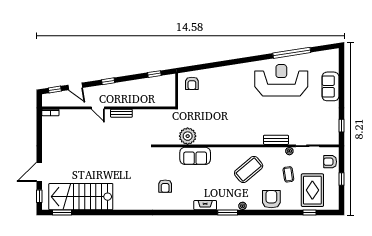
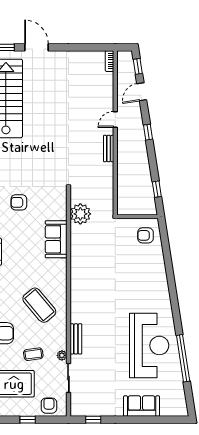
plant: (188, 136) -> (80, 214), moved

